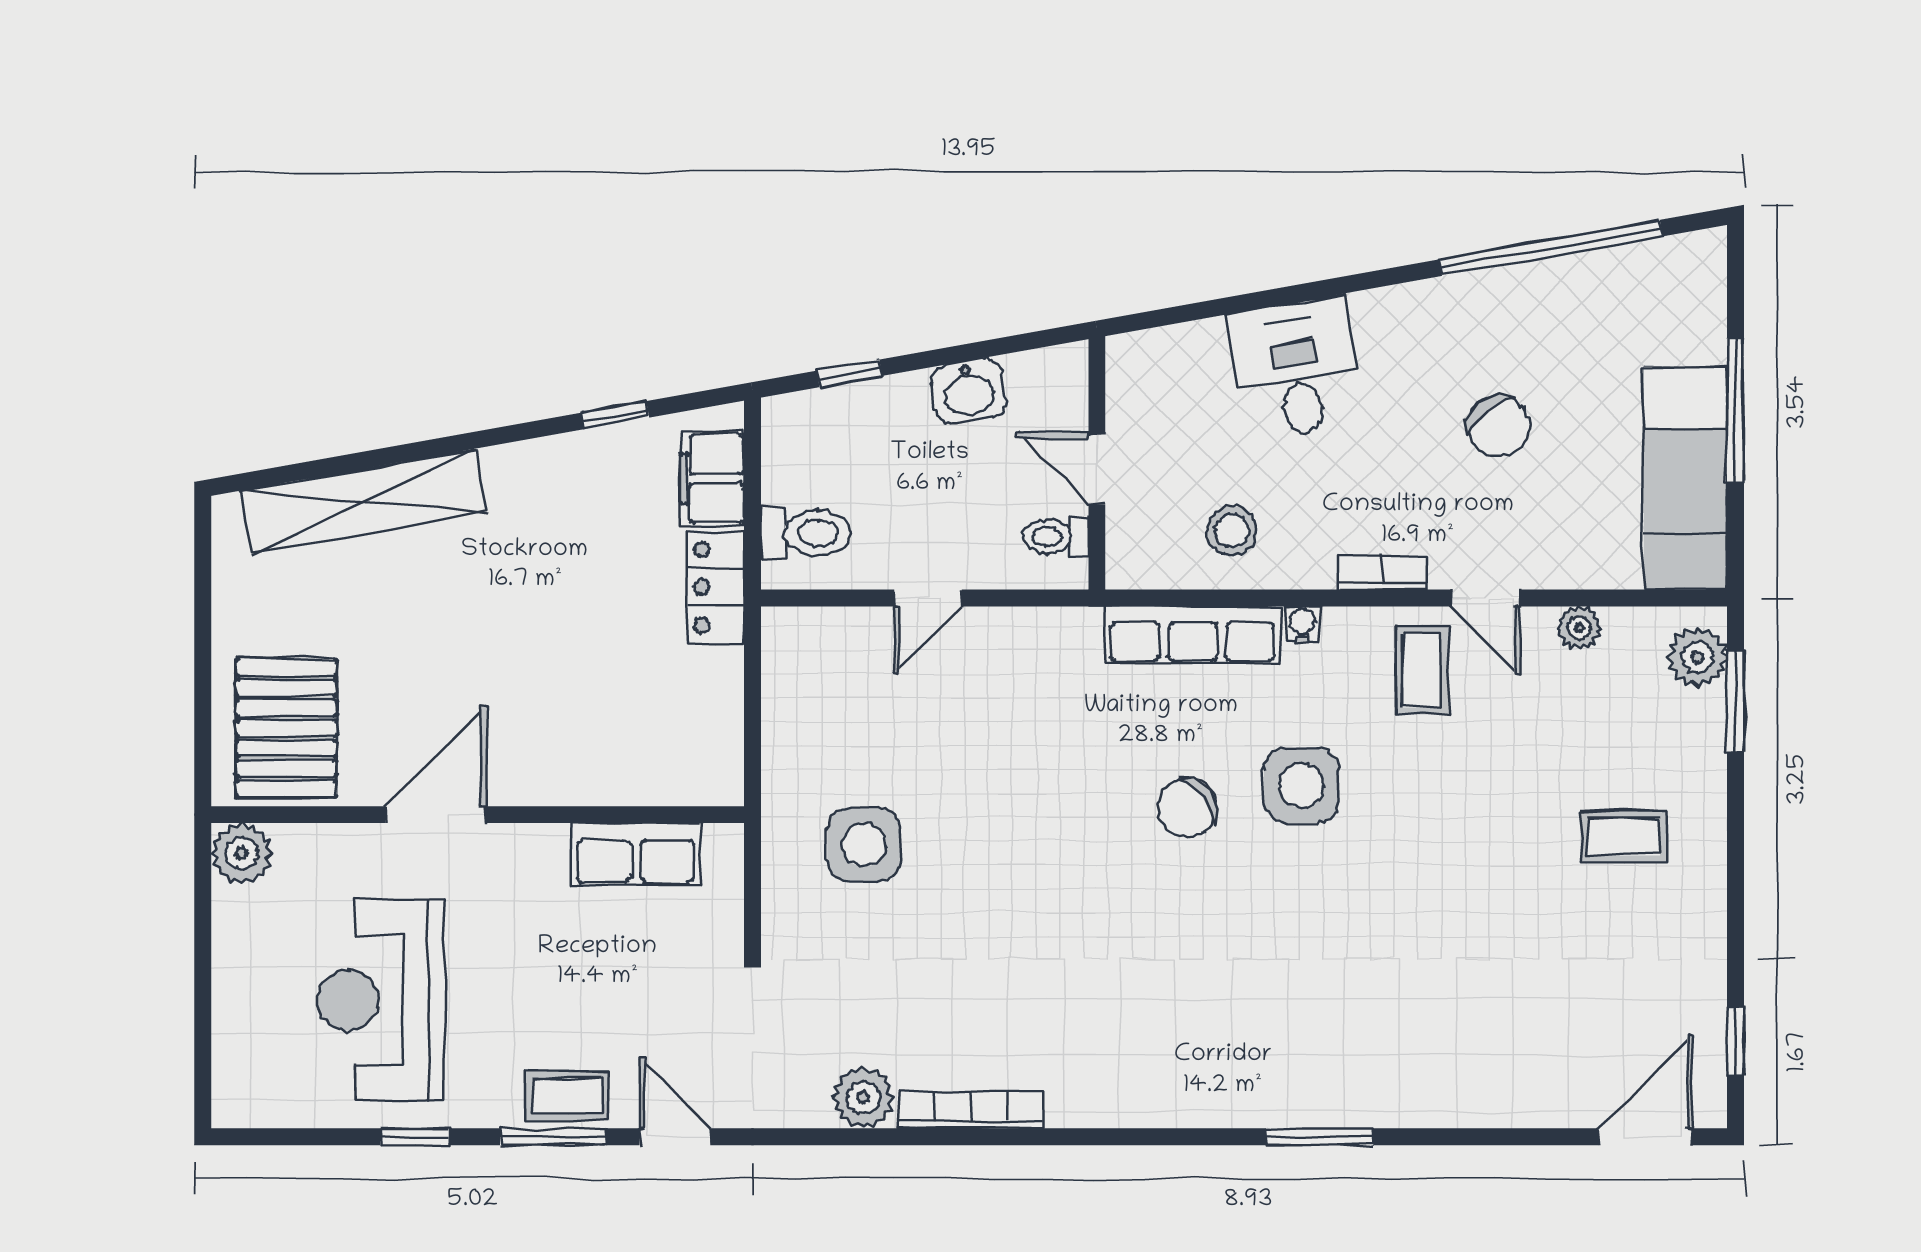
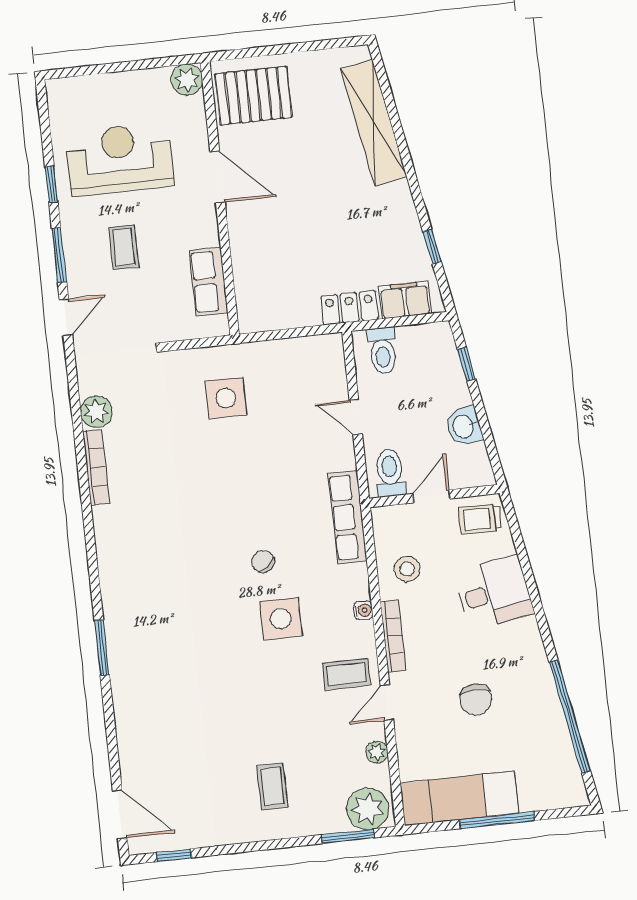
trolley: (1151, 380) -> (480, 519), added
chair: (1498, 426) -> (476, 699), turned -50
toilet: (1056, 537) -> (390, 473), width x1.37, depth x1.39
bookcase: (1383, 572) -> (393, 636), width x1.56
row of seats: (1192, 635) -> (348, 517), moved
plant: (1697, 657) -> (368, 809), width x1.36, depth x1.36
chair: (1187, 808) -> (263, 561), width x0.73, depth x0.73
coffee table: (568, 1096) -> (124, 247), moved

